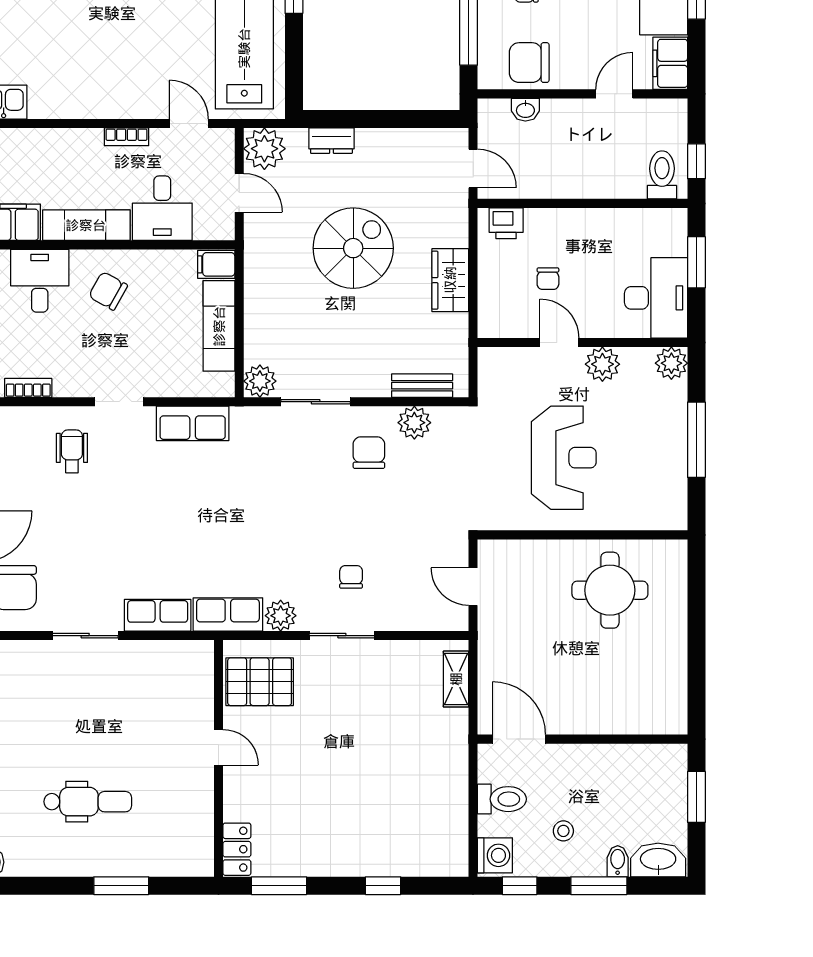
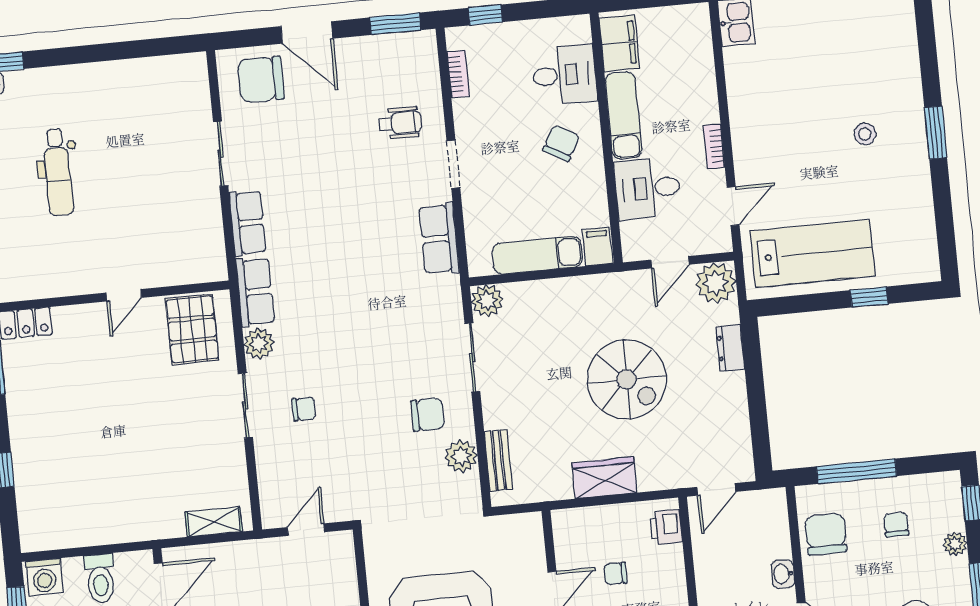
washbasin: (525, 110) -> (783, 574), moved

